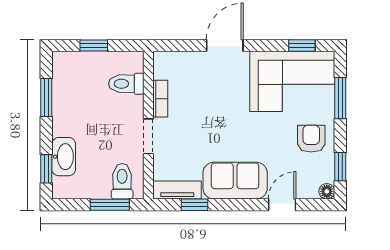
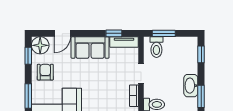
armchair: (311, 139) -> (45, 72), turned 180
washbasin: (64, 157) -> (191, 86), moved
floor lamp: (327, 191) -> (40, 45), width x1.89, depth x1.89

